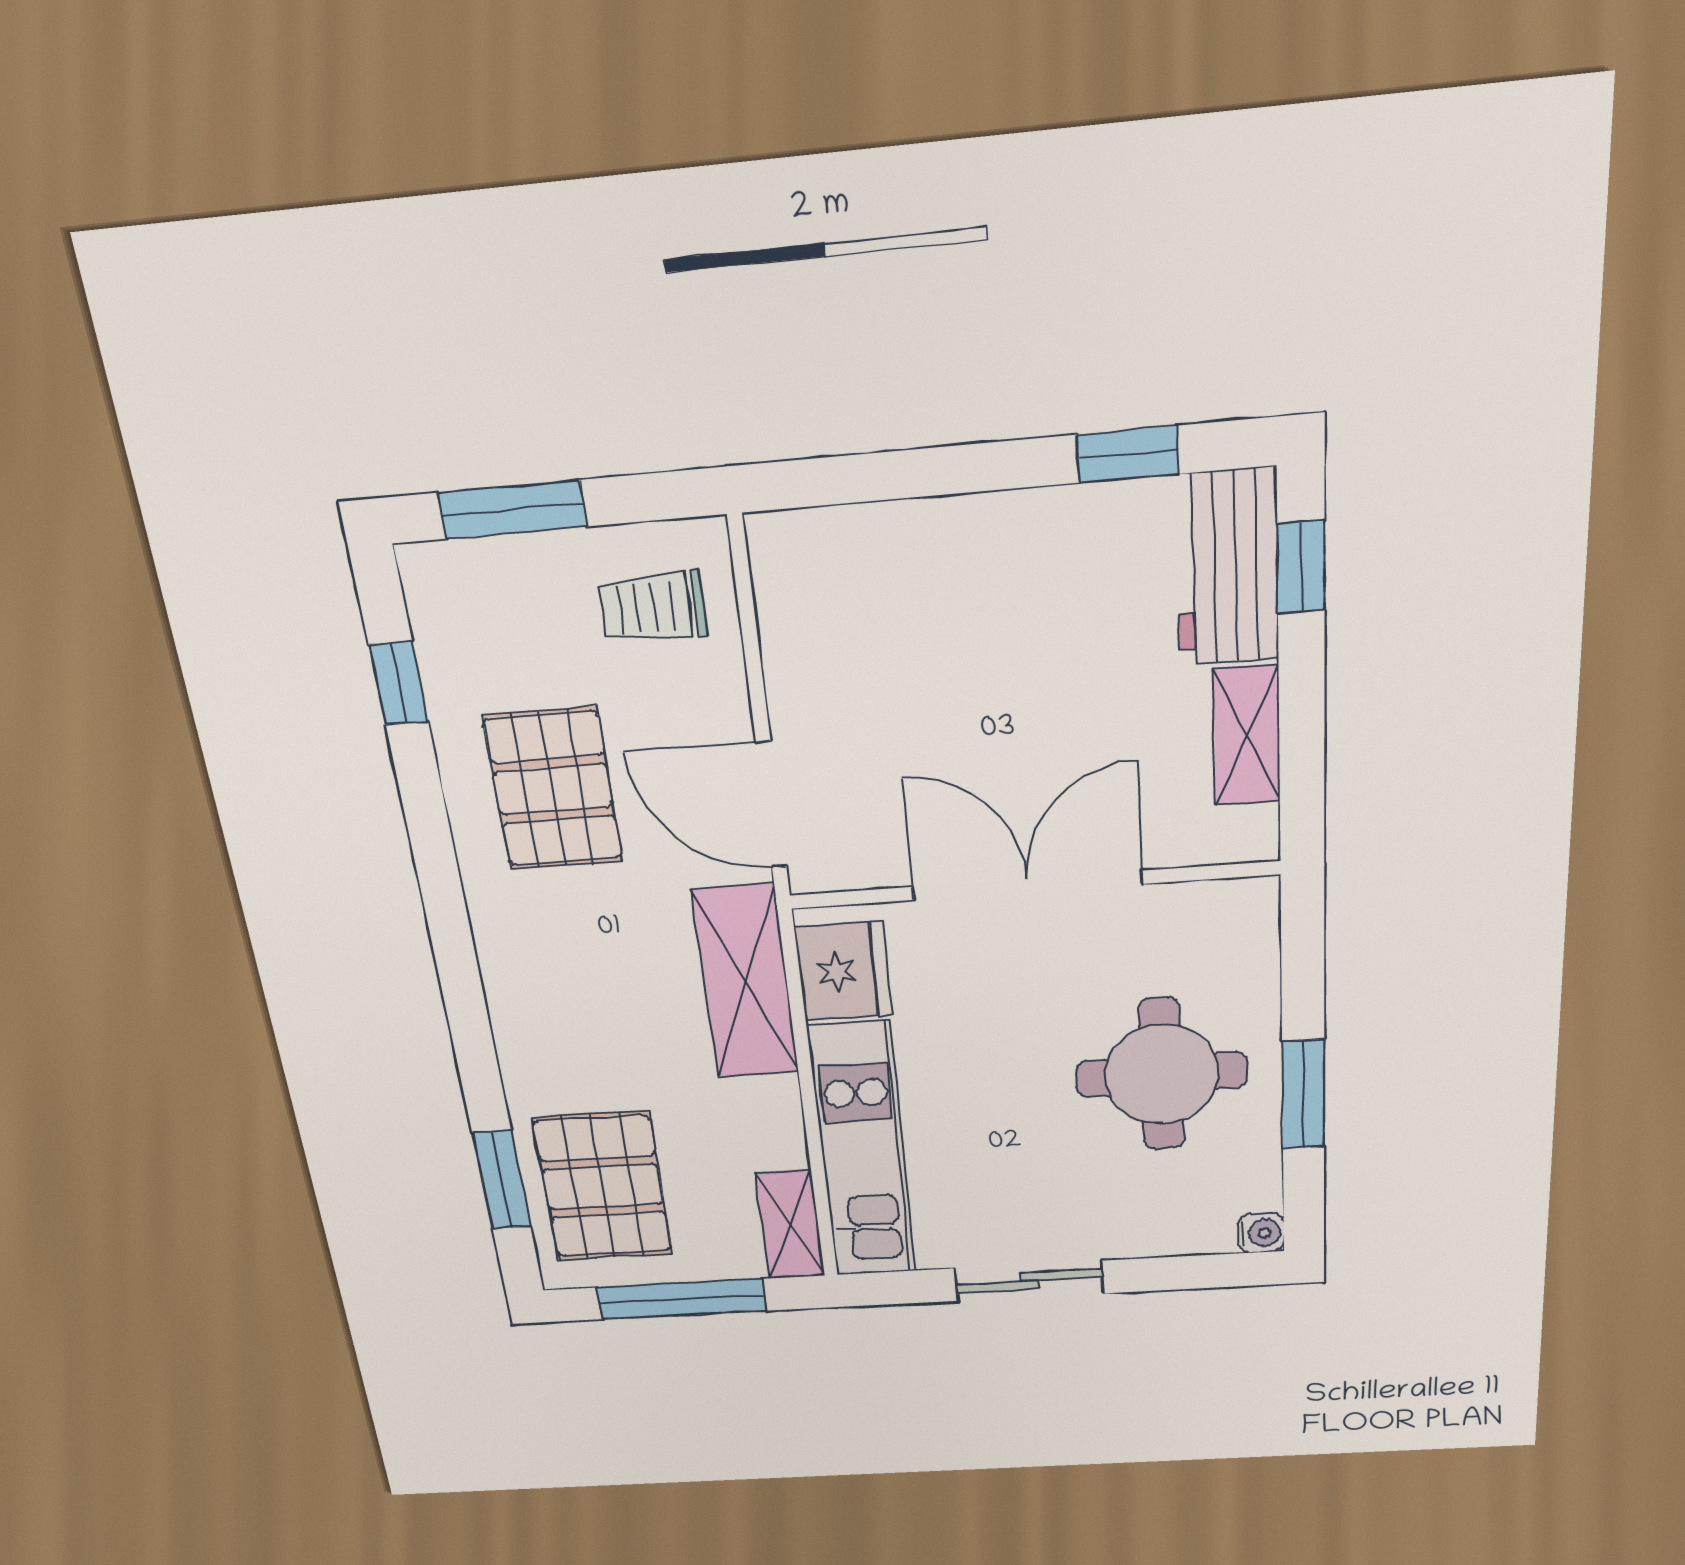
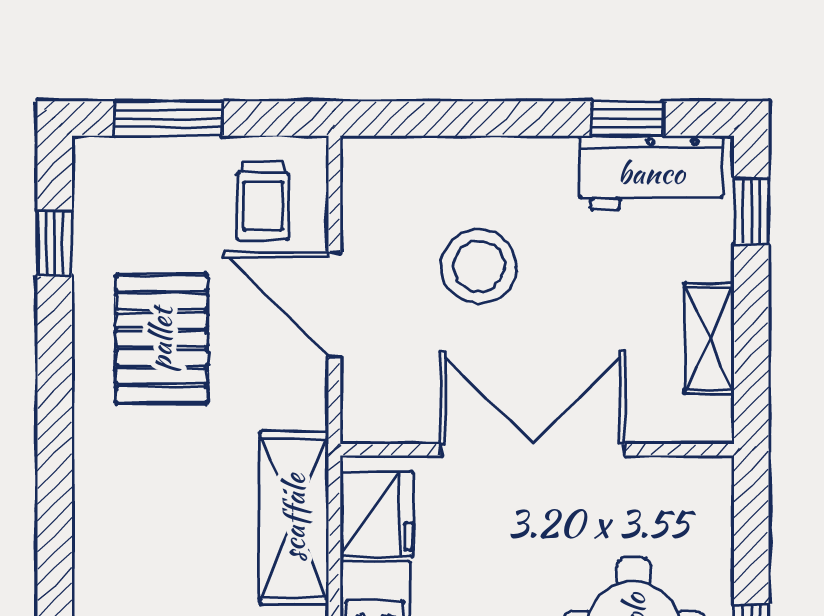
workbench: (1227, 568) -> (651, 173), moved, turned -90
trolley: (653, 607) -> (263, 200), turned -90
stool: (942, 668) -> (479, 266), added
door: (771, 805) -> (334, 305), moved

